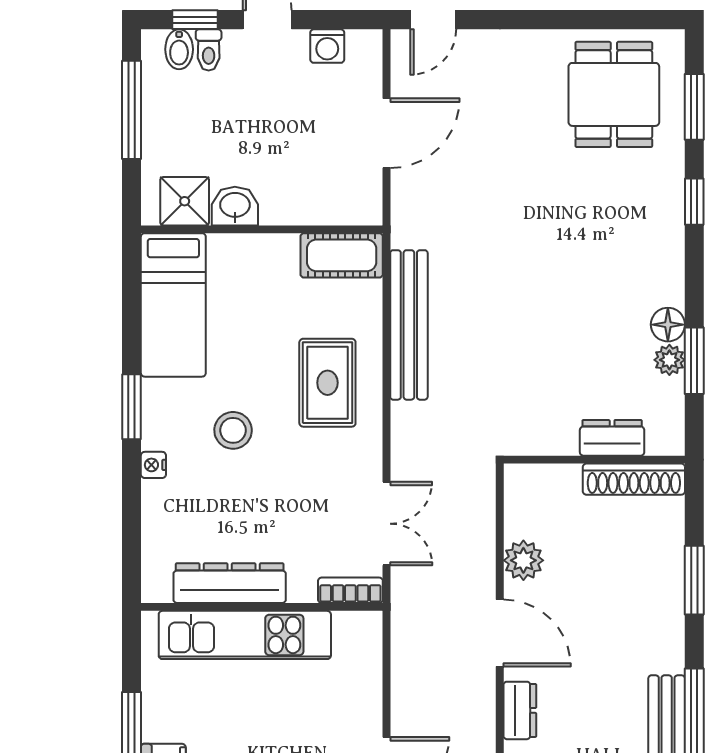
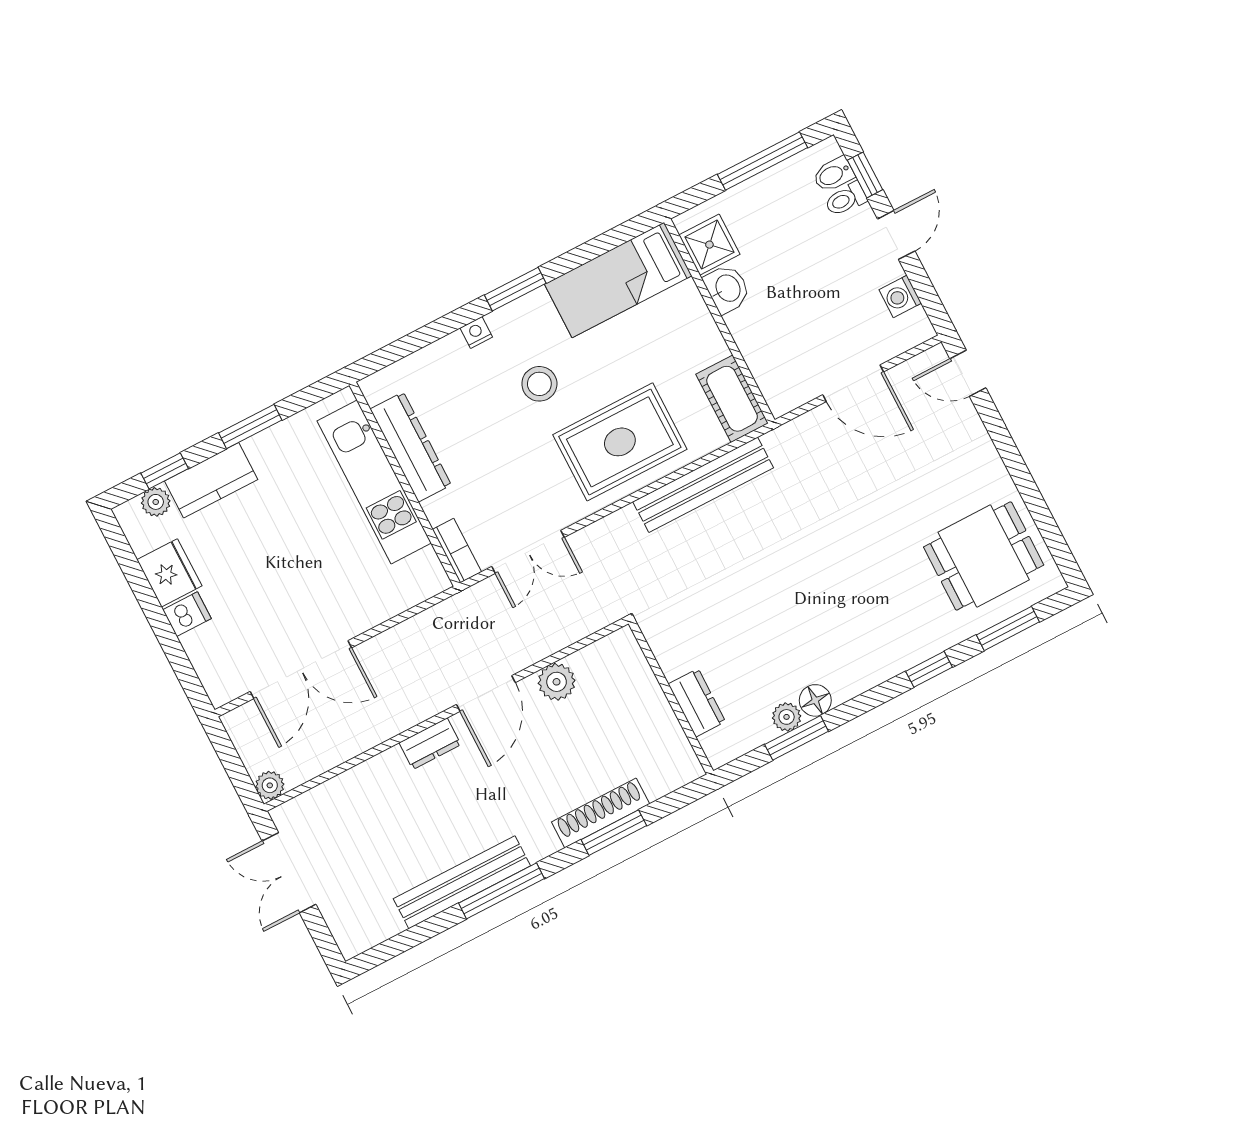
rug: (327, 383) -> (620, 442), width x1.36, depth x1.43
shoe rack: (634, 479) -> (601, 813), moved, turned 90

